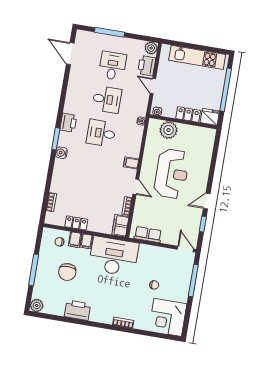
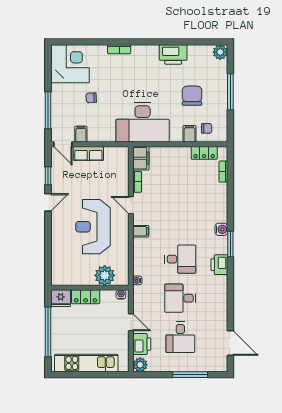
locker: (76, 223) -> (204, 153), moved
row of seats: (148, 235) -> (88, 153), moved
filing cabinet: (87, 241) -> (81, 134), moved

